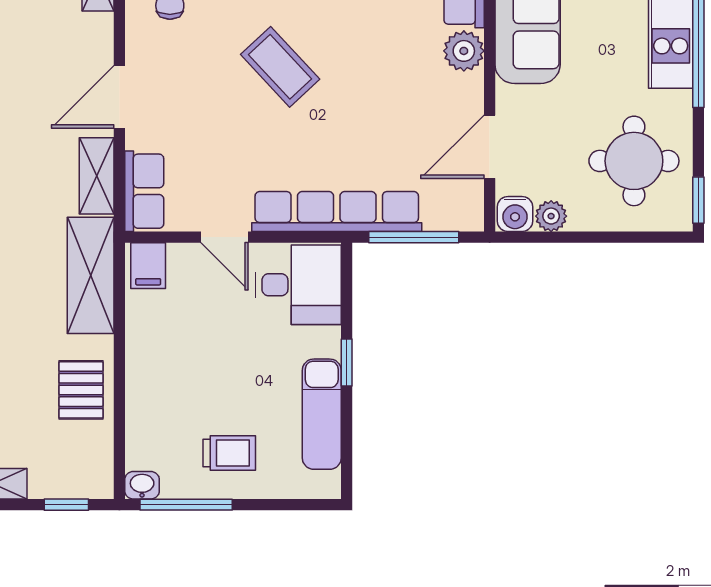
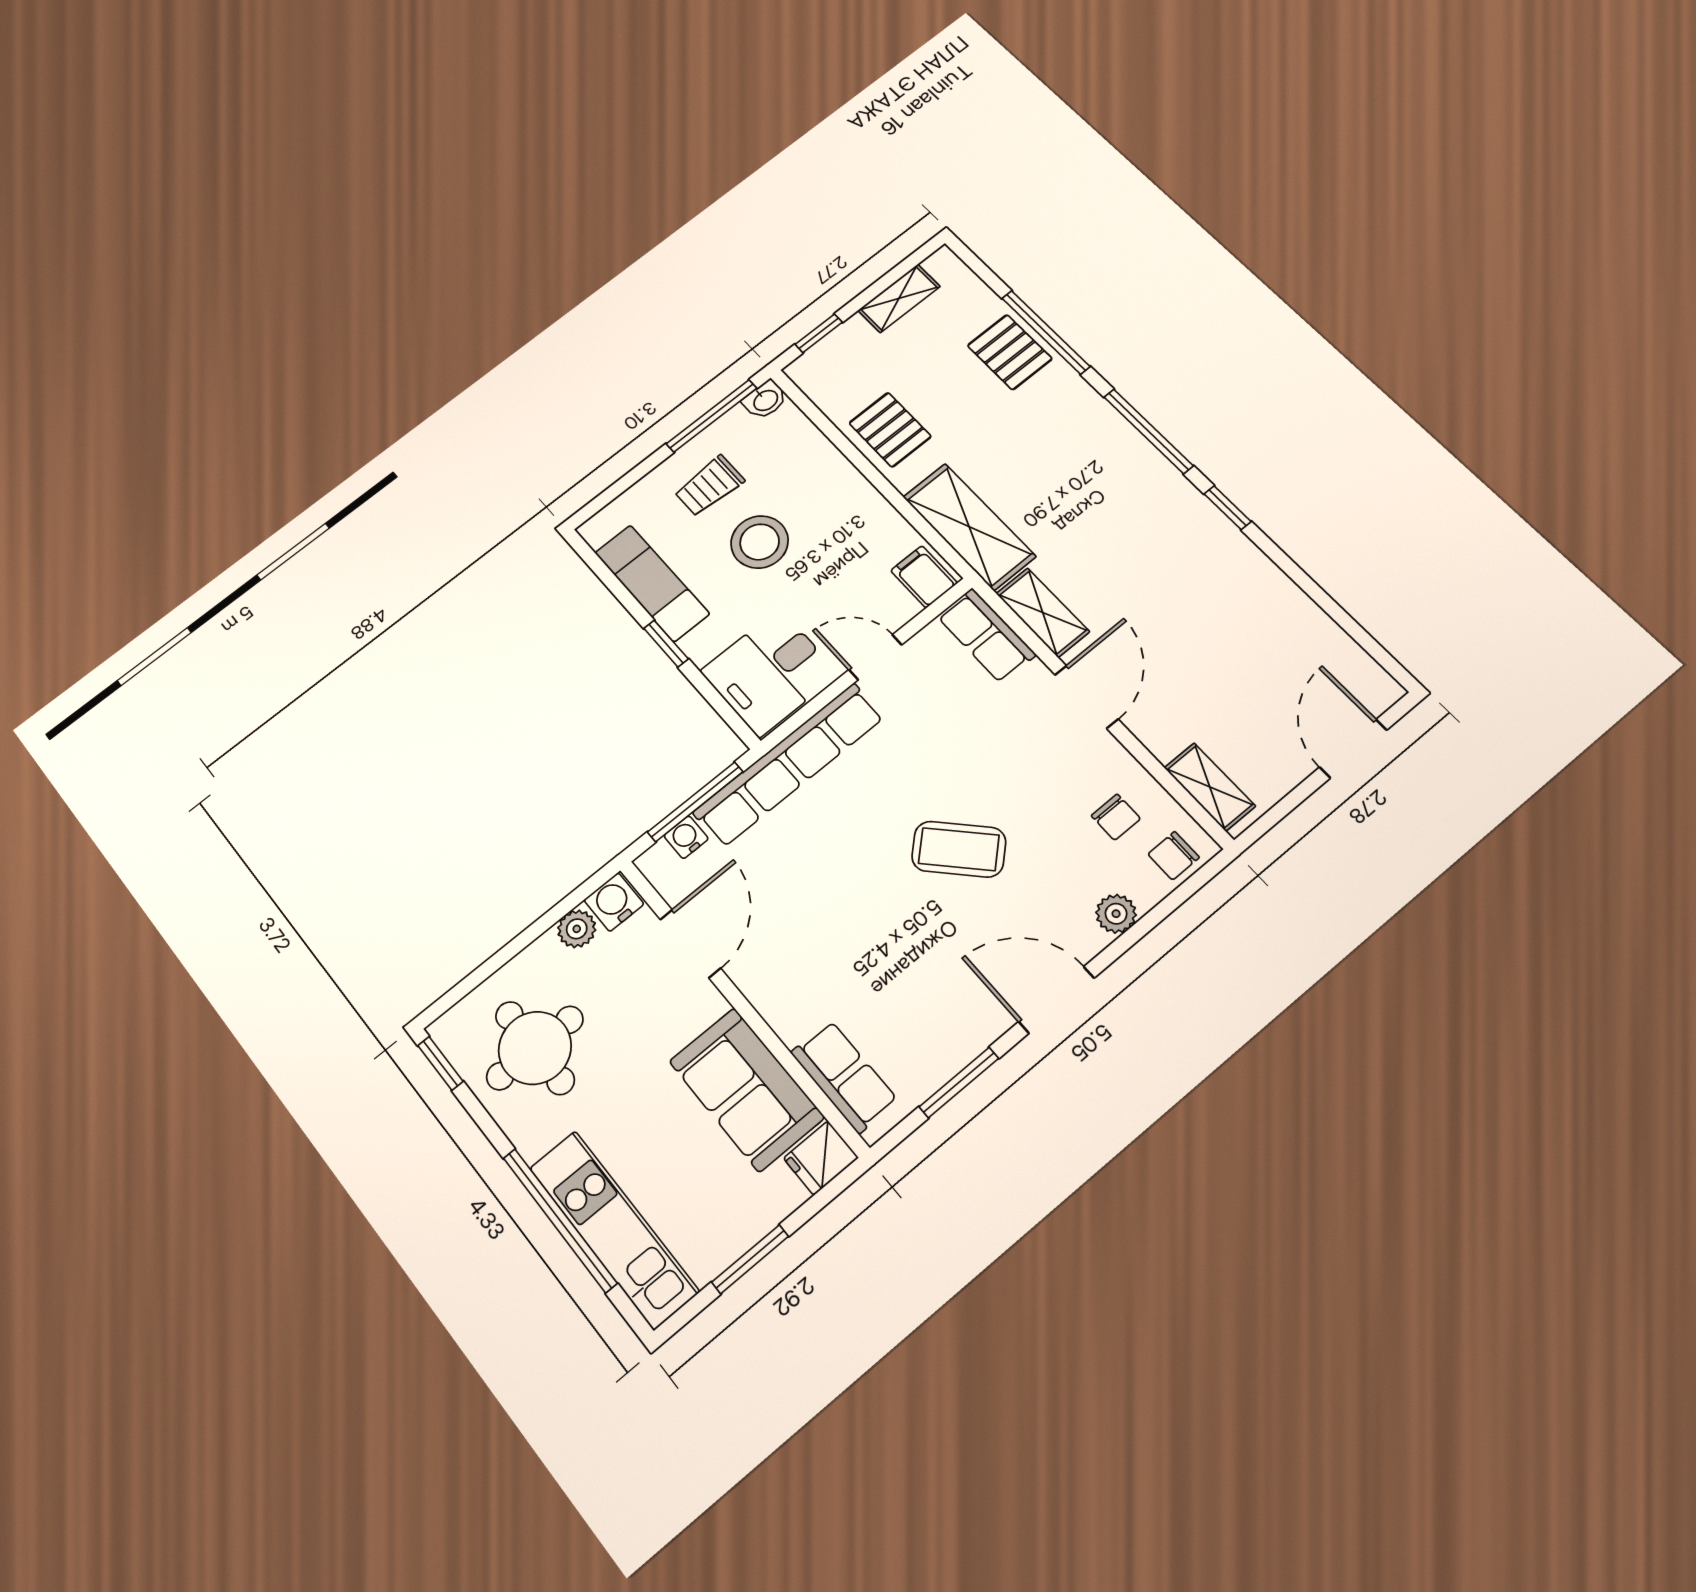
plant: (464, 51) -> (791, 1013), removed
water cooler: (438, 218) -> (686, 837), added
stool: (230, 383) -> (760, 542), added

